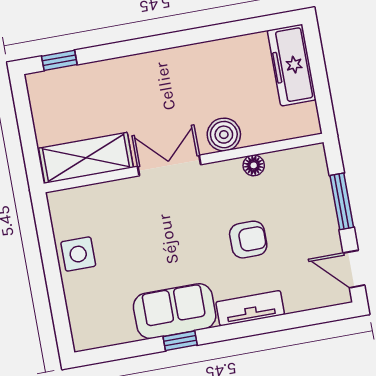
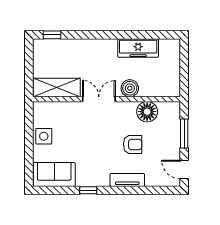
freezer: (292, 65) -> (138, 48), moved, turned -90
floor lamp: (254, 165) -> (147, 112), width x1.89, depth x1.89
sofa: (175, 311) -> (54, 174), moved

